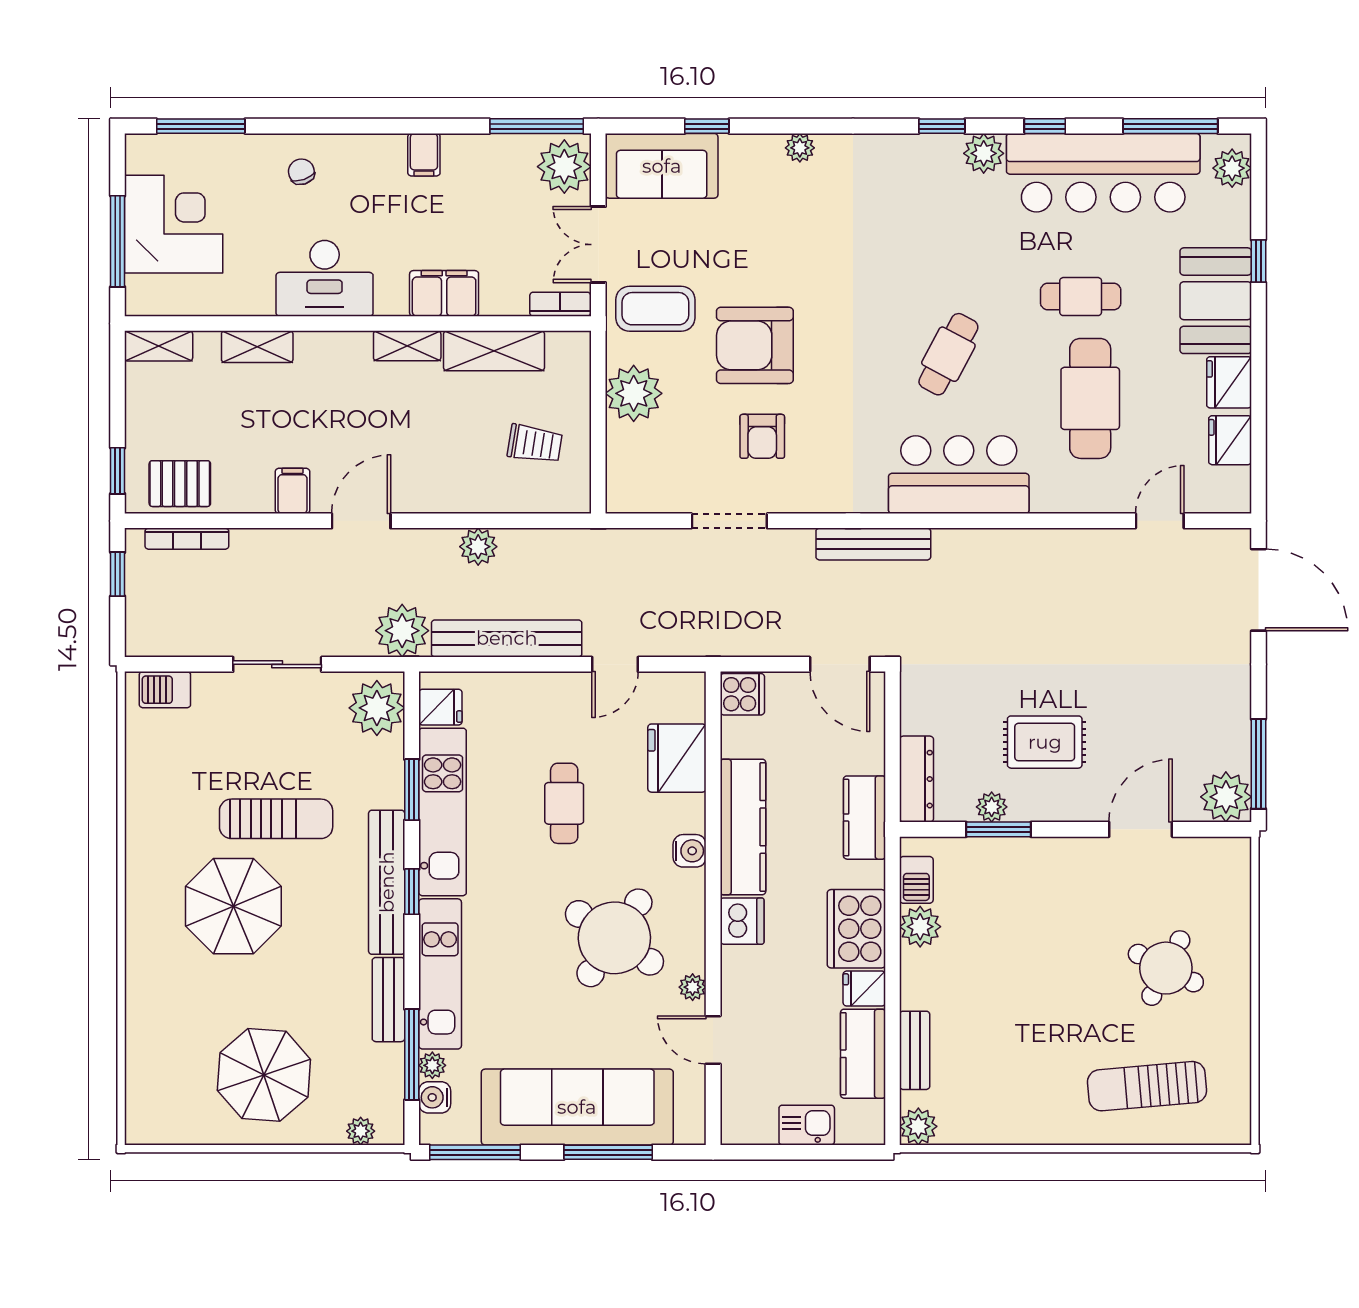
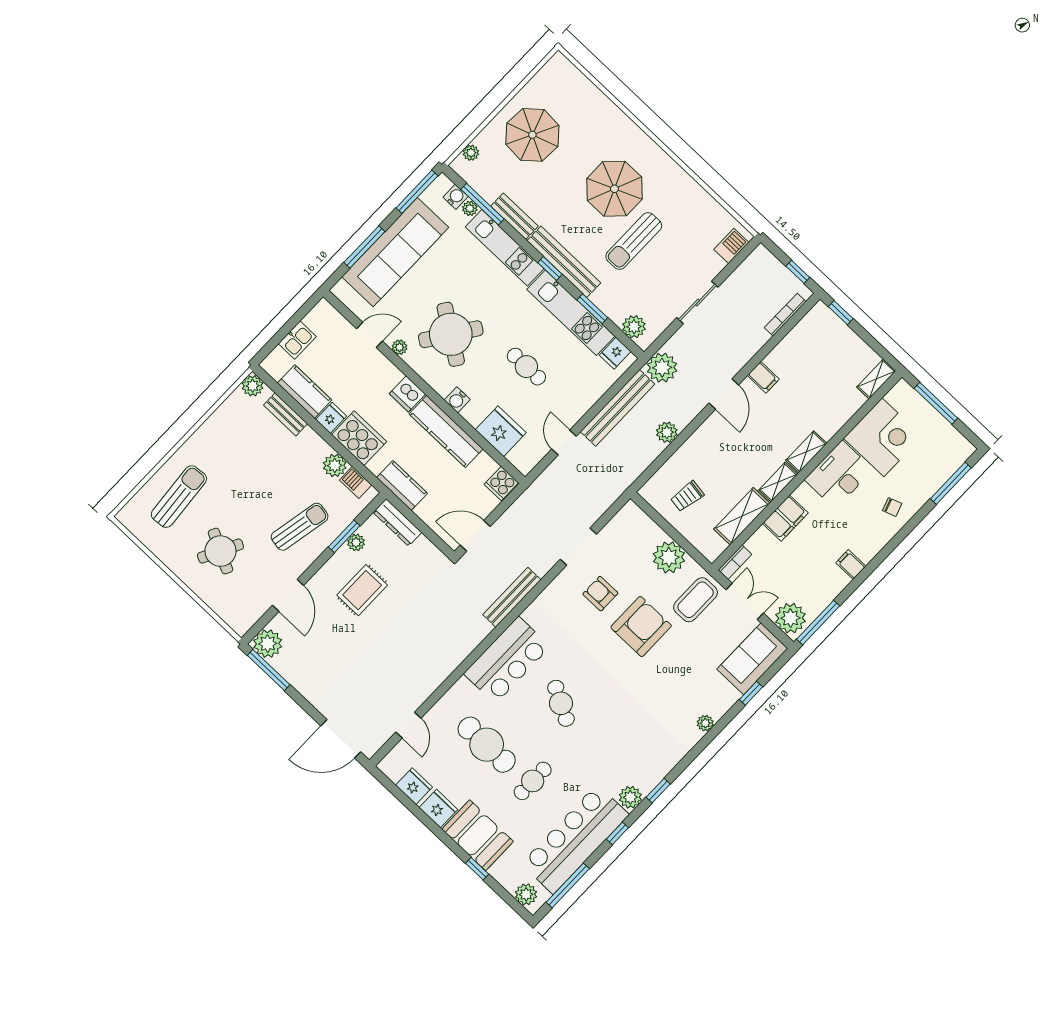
corner desk: (174, 224) -> (883, 437), moved, turned -90
shelving: (257, 347) -> (806, 452), moved
pallet: (180, 484) -> (811, 333), removed
plant: (377, 708) -> (634, 327), width x0.73, depth x0.73
sun lounger: (1040, 897) -> (300, 527), added

